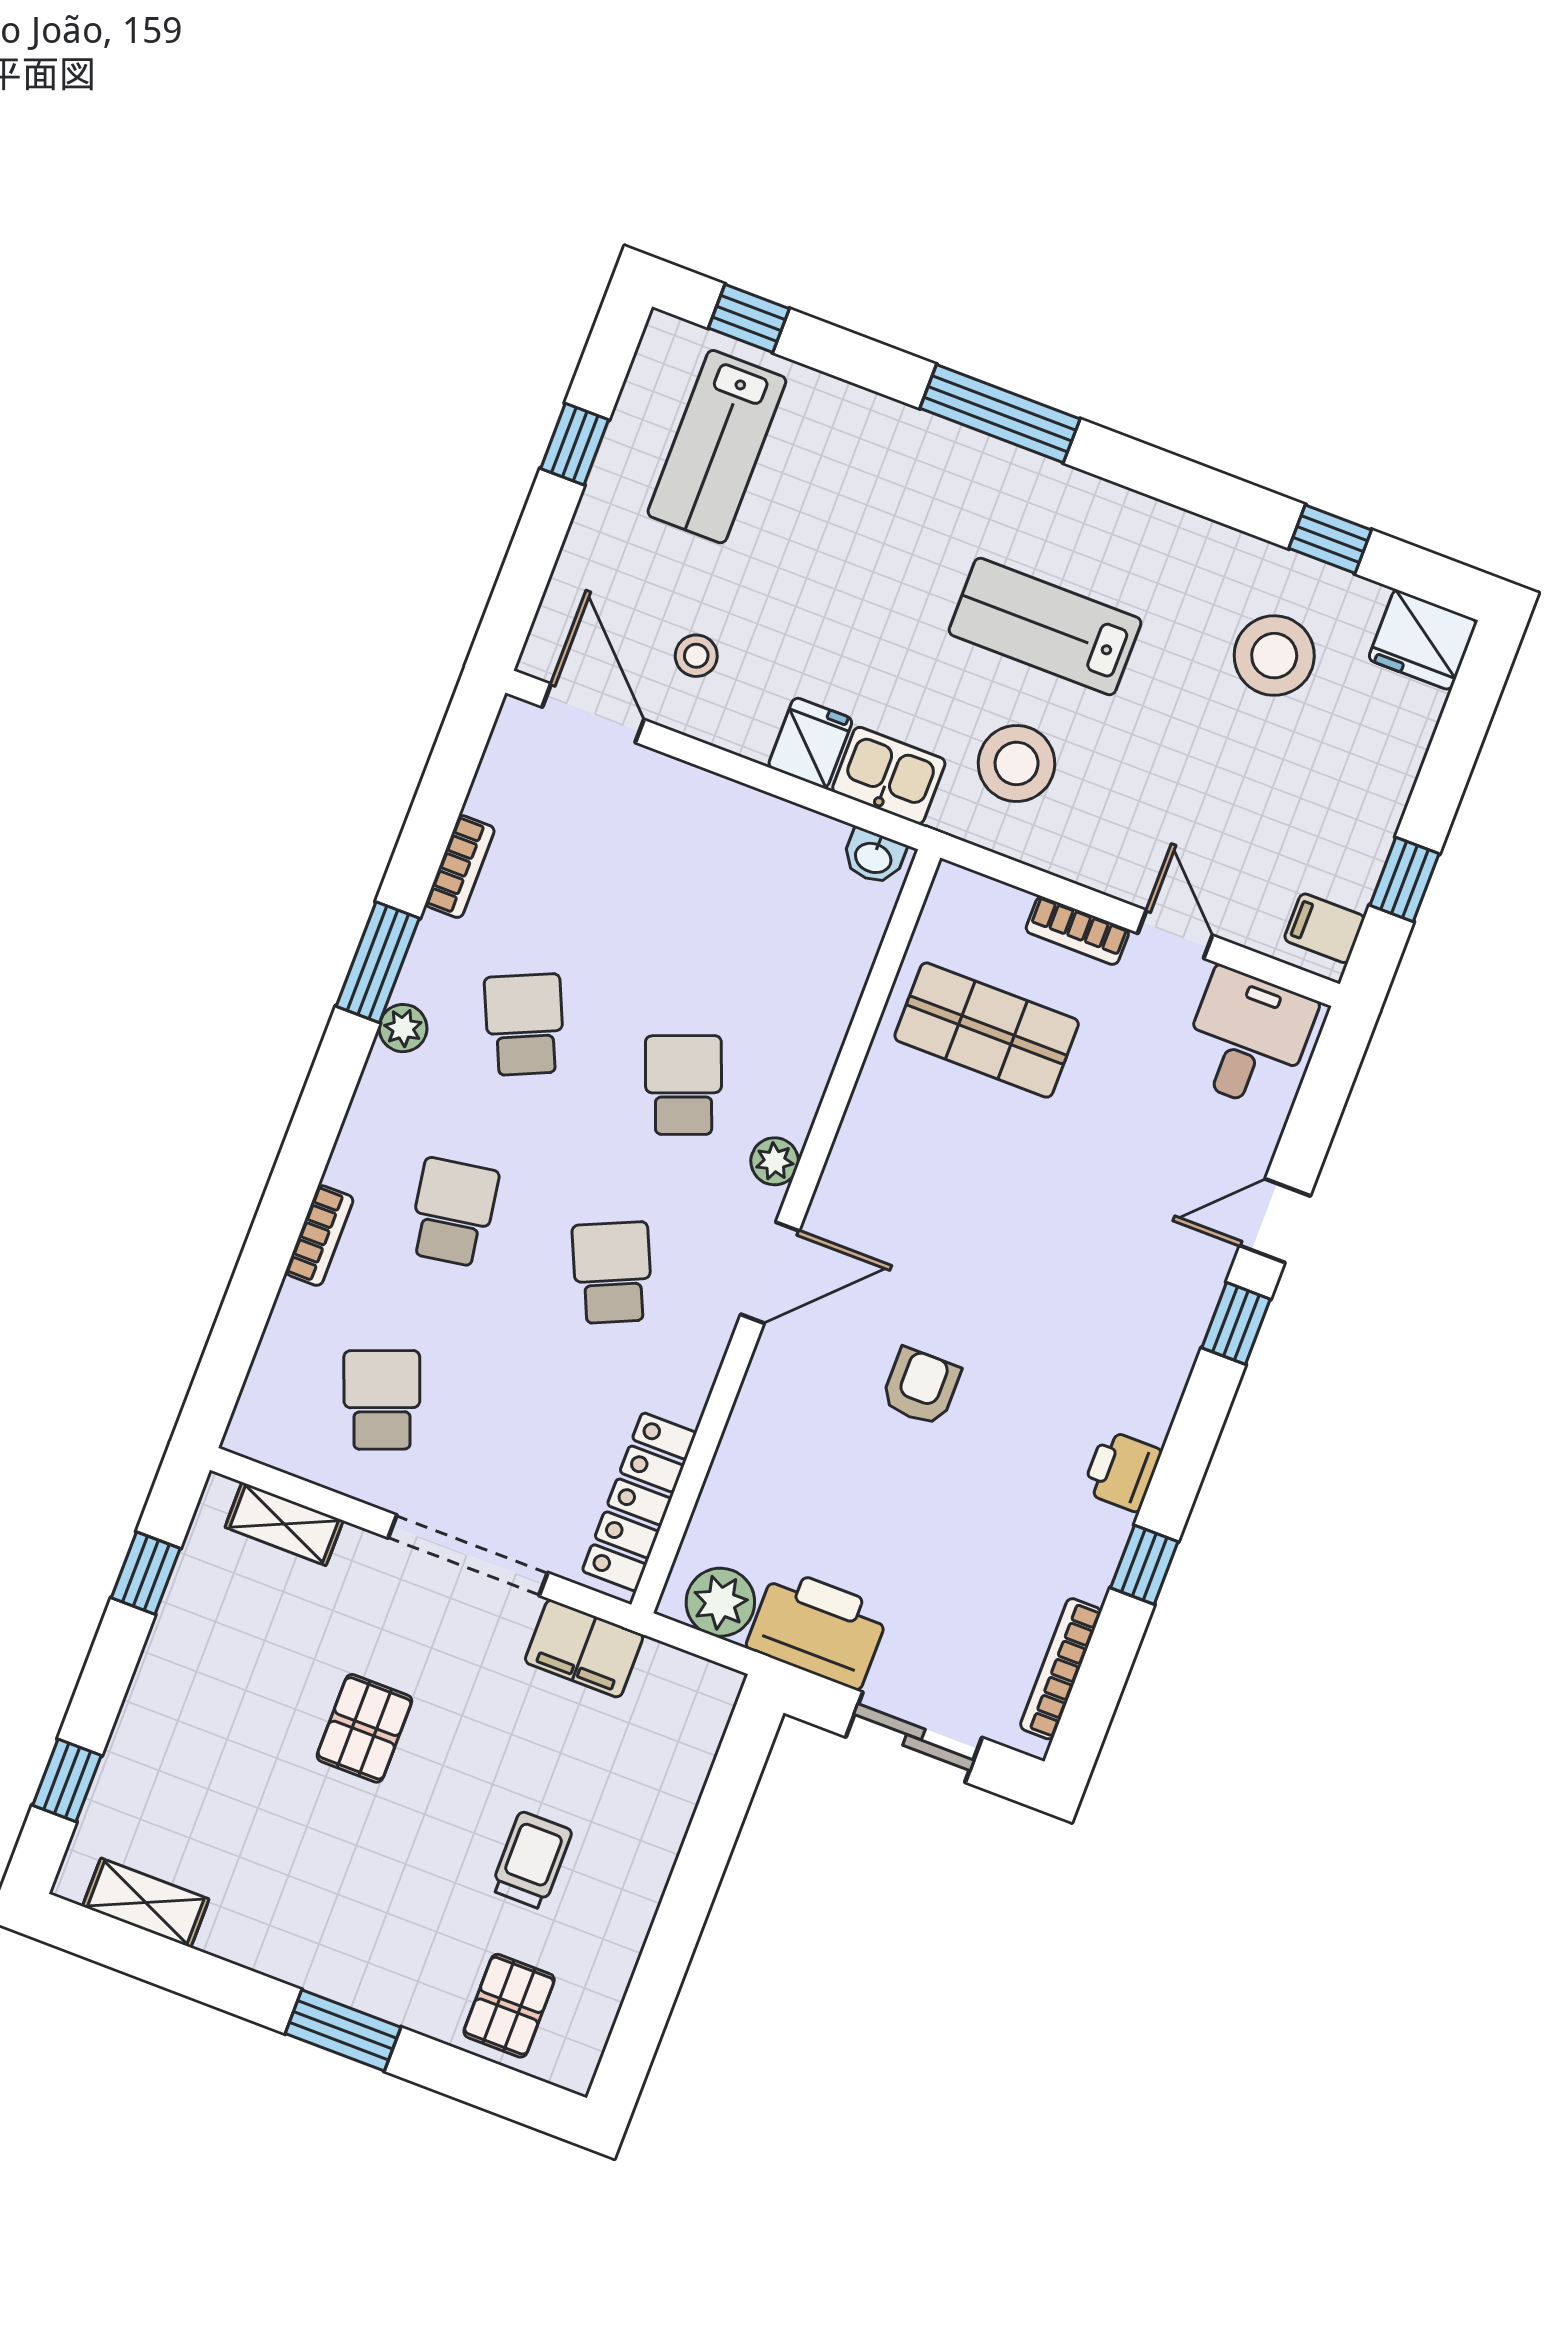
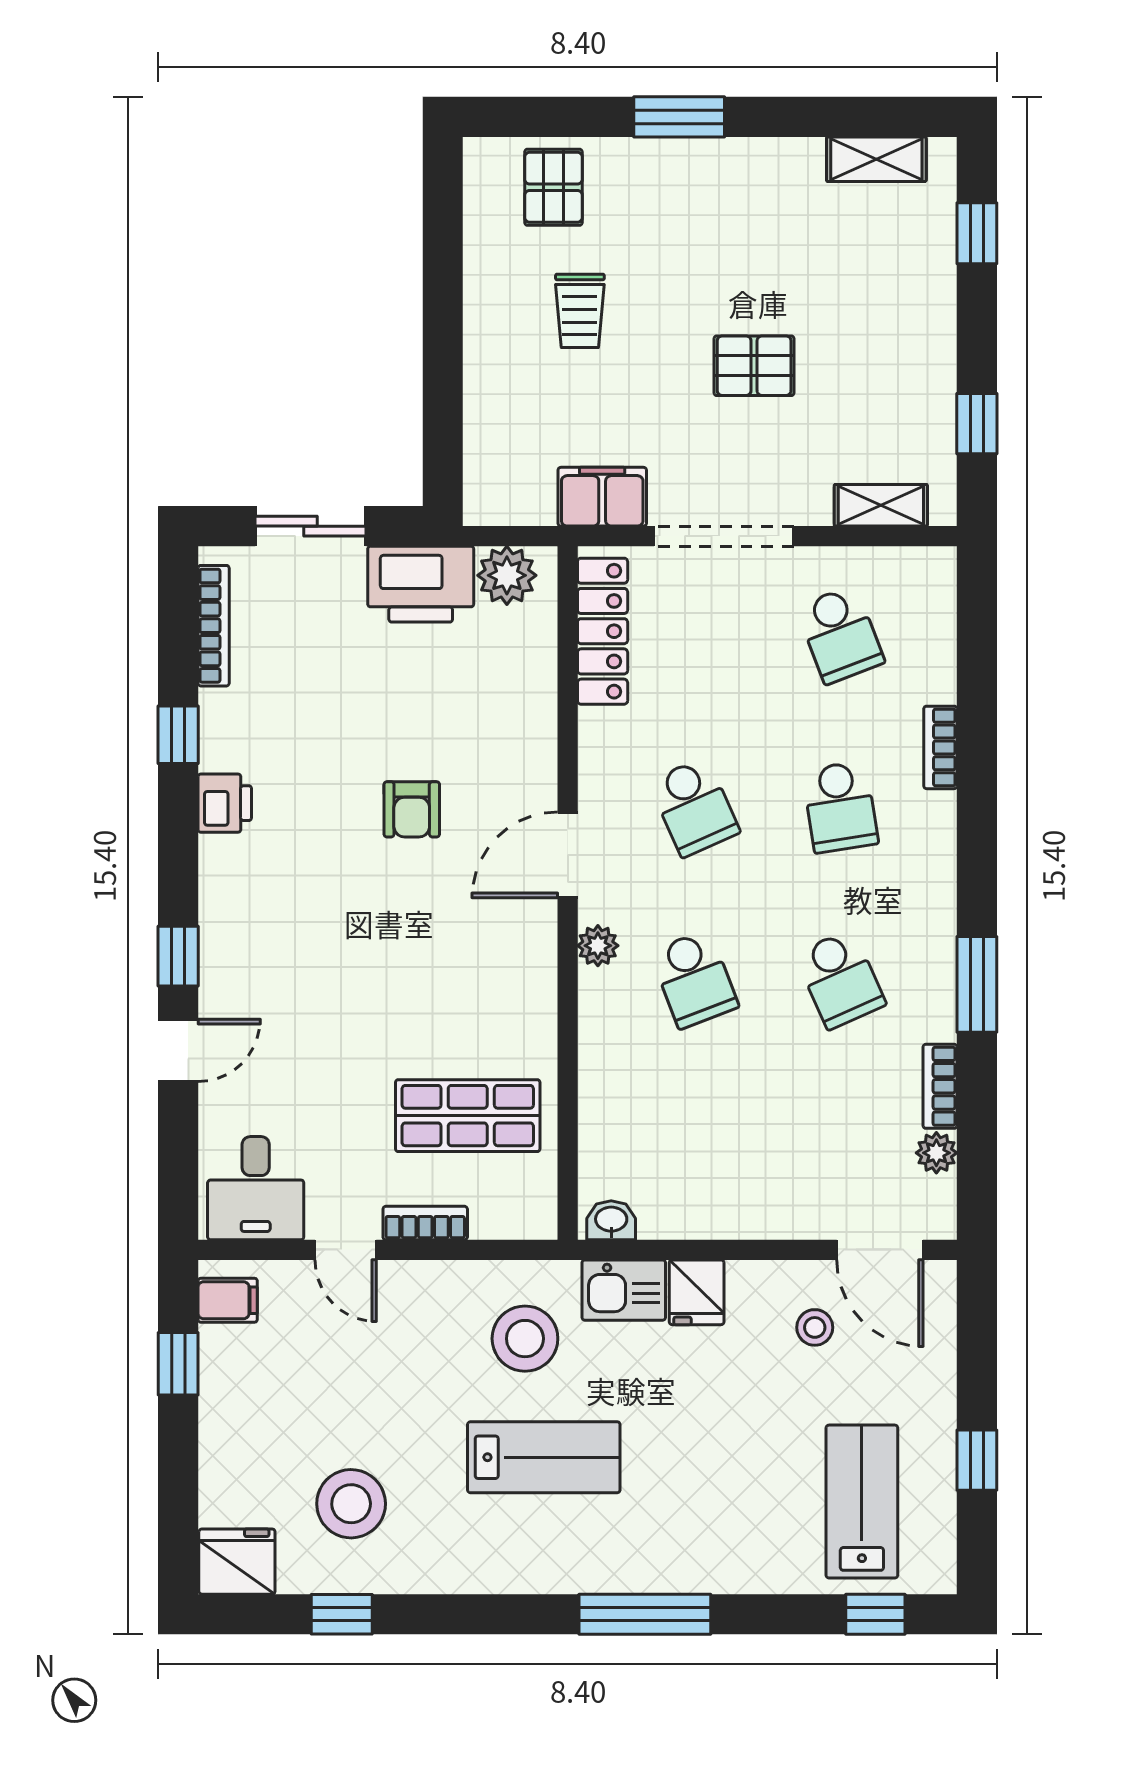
plant: (403, 1028) -> (936, 1153), moved
pallet: (364, 1728) -> (754, 366), turned 90

